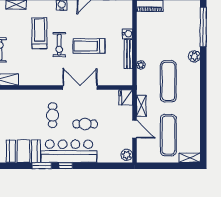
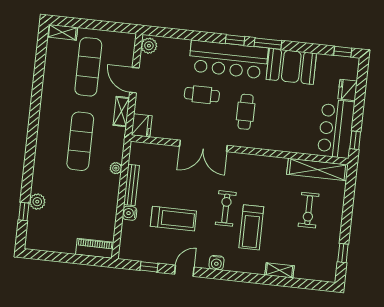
window: (203, 27) -> (24, 211), width x0.32
treadmill: (89, 46) -> (173, 219), moved
plant: (194, 56) -> (37, 202), moved

